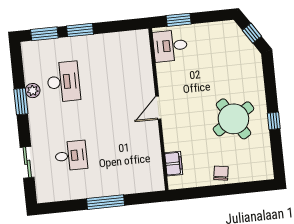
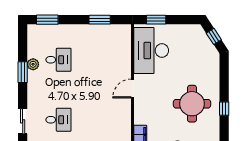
window: (80, 30) -> (100, 20), moved
desk: (170, 46) -> (151, 50), width x1.87, depth x1.30
desk: (63, 82) -> (58, 60), width x0.73
round table: (233, 119) -> (192, 104), turned 32

